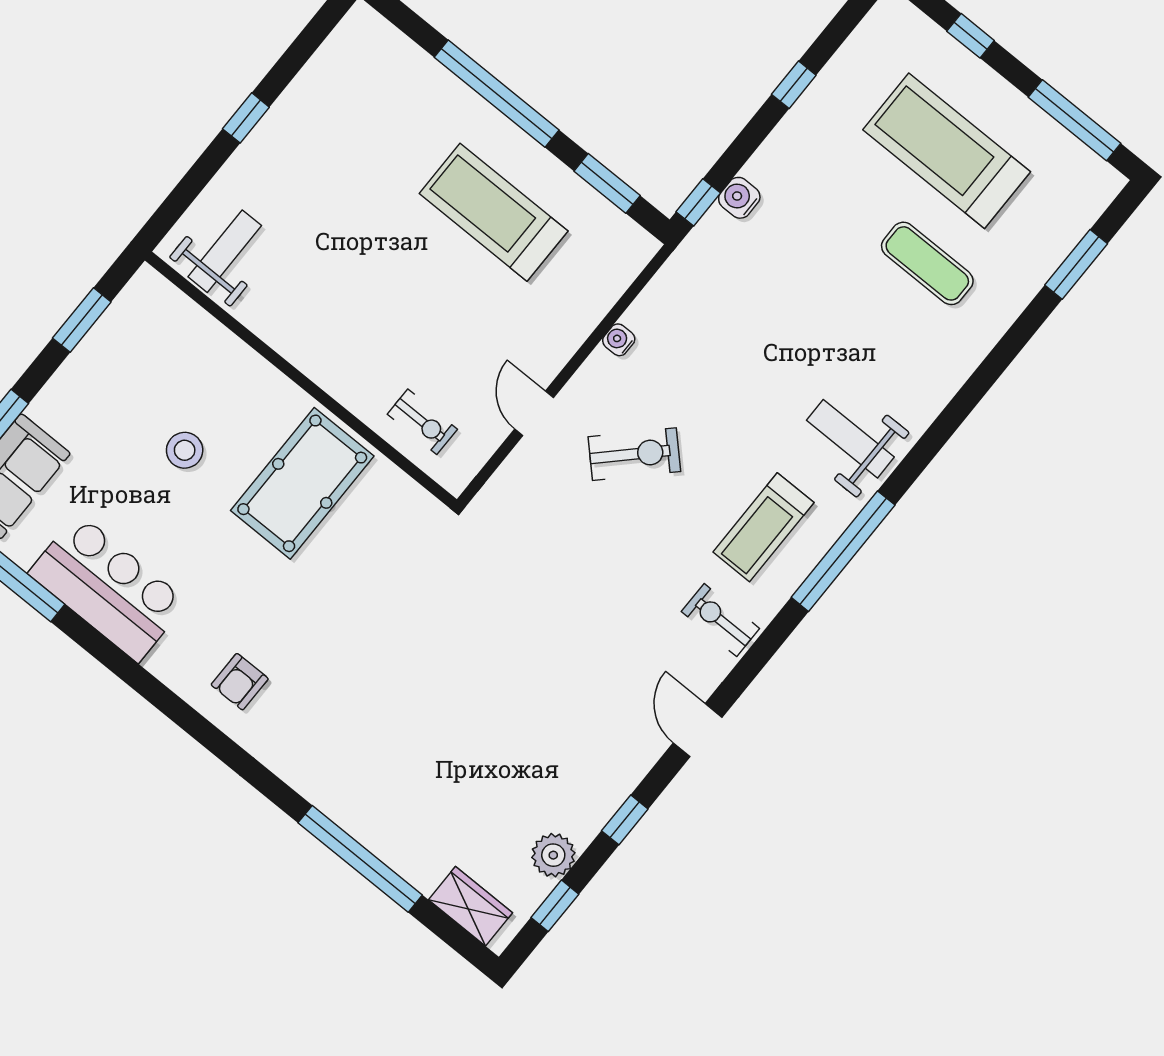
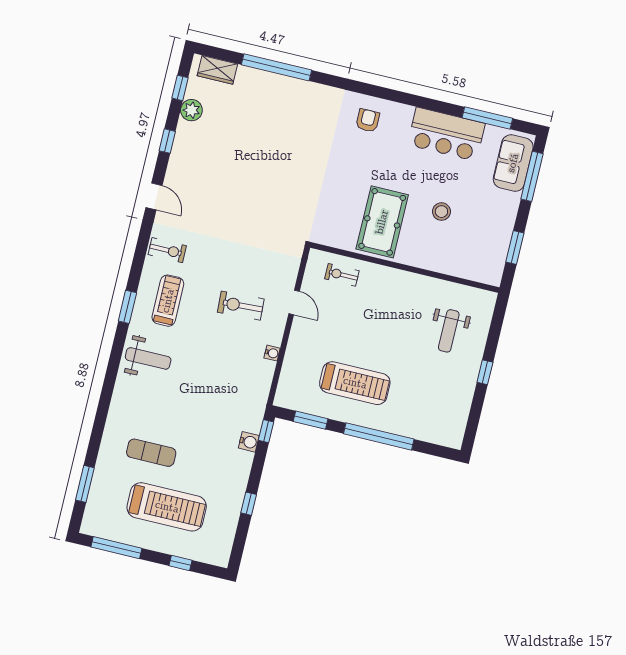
weight bench: (225, 251) -> (449, 331), moved
exercise bike: (634, 454) -> (241, 306), turned 42
window: (843, 551) -> (127, 307), width x0.47

